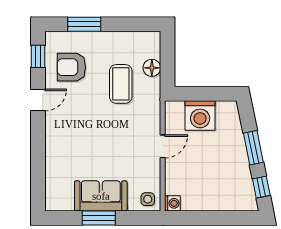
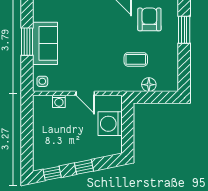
coffee table: (121, 84) -> (136, 59), width x0.73, depth x0.77
window: (253, 148) -> (84, 167), width x0.67
washing machine: (172, 203) -> (59, 101), moved

